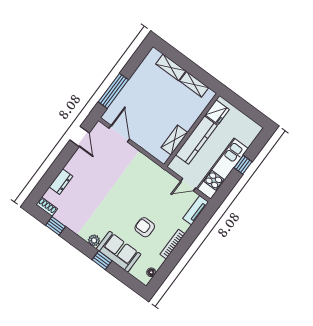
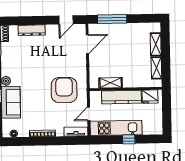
dresser: (61, 182) -> (32, 30), width x1.44
door: (188, 185) -> (89, 114), hinge flipped
armchair: (145, 227) -> (64, 90), moved, width x1.88, depth x1.88

